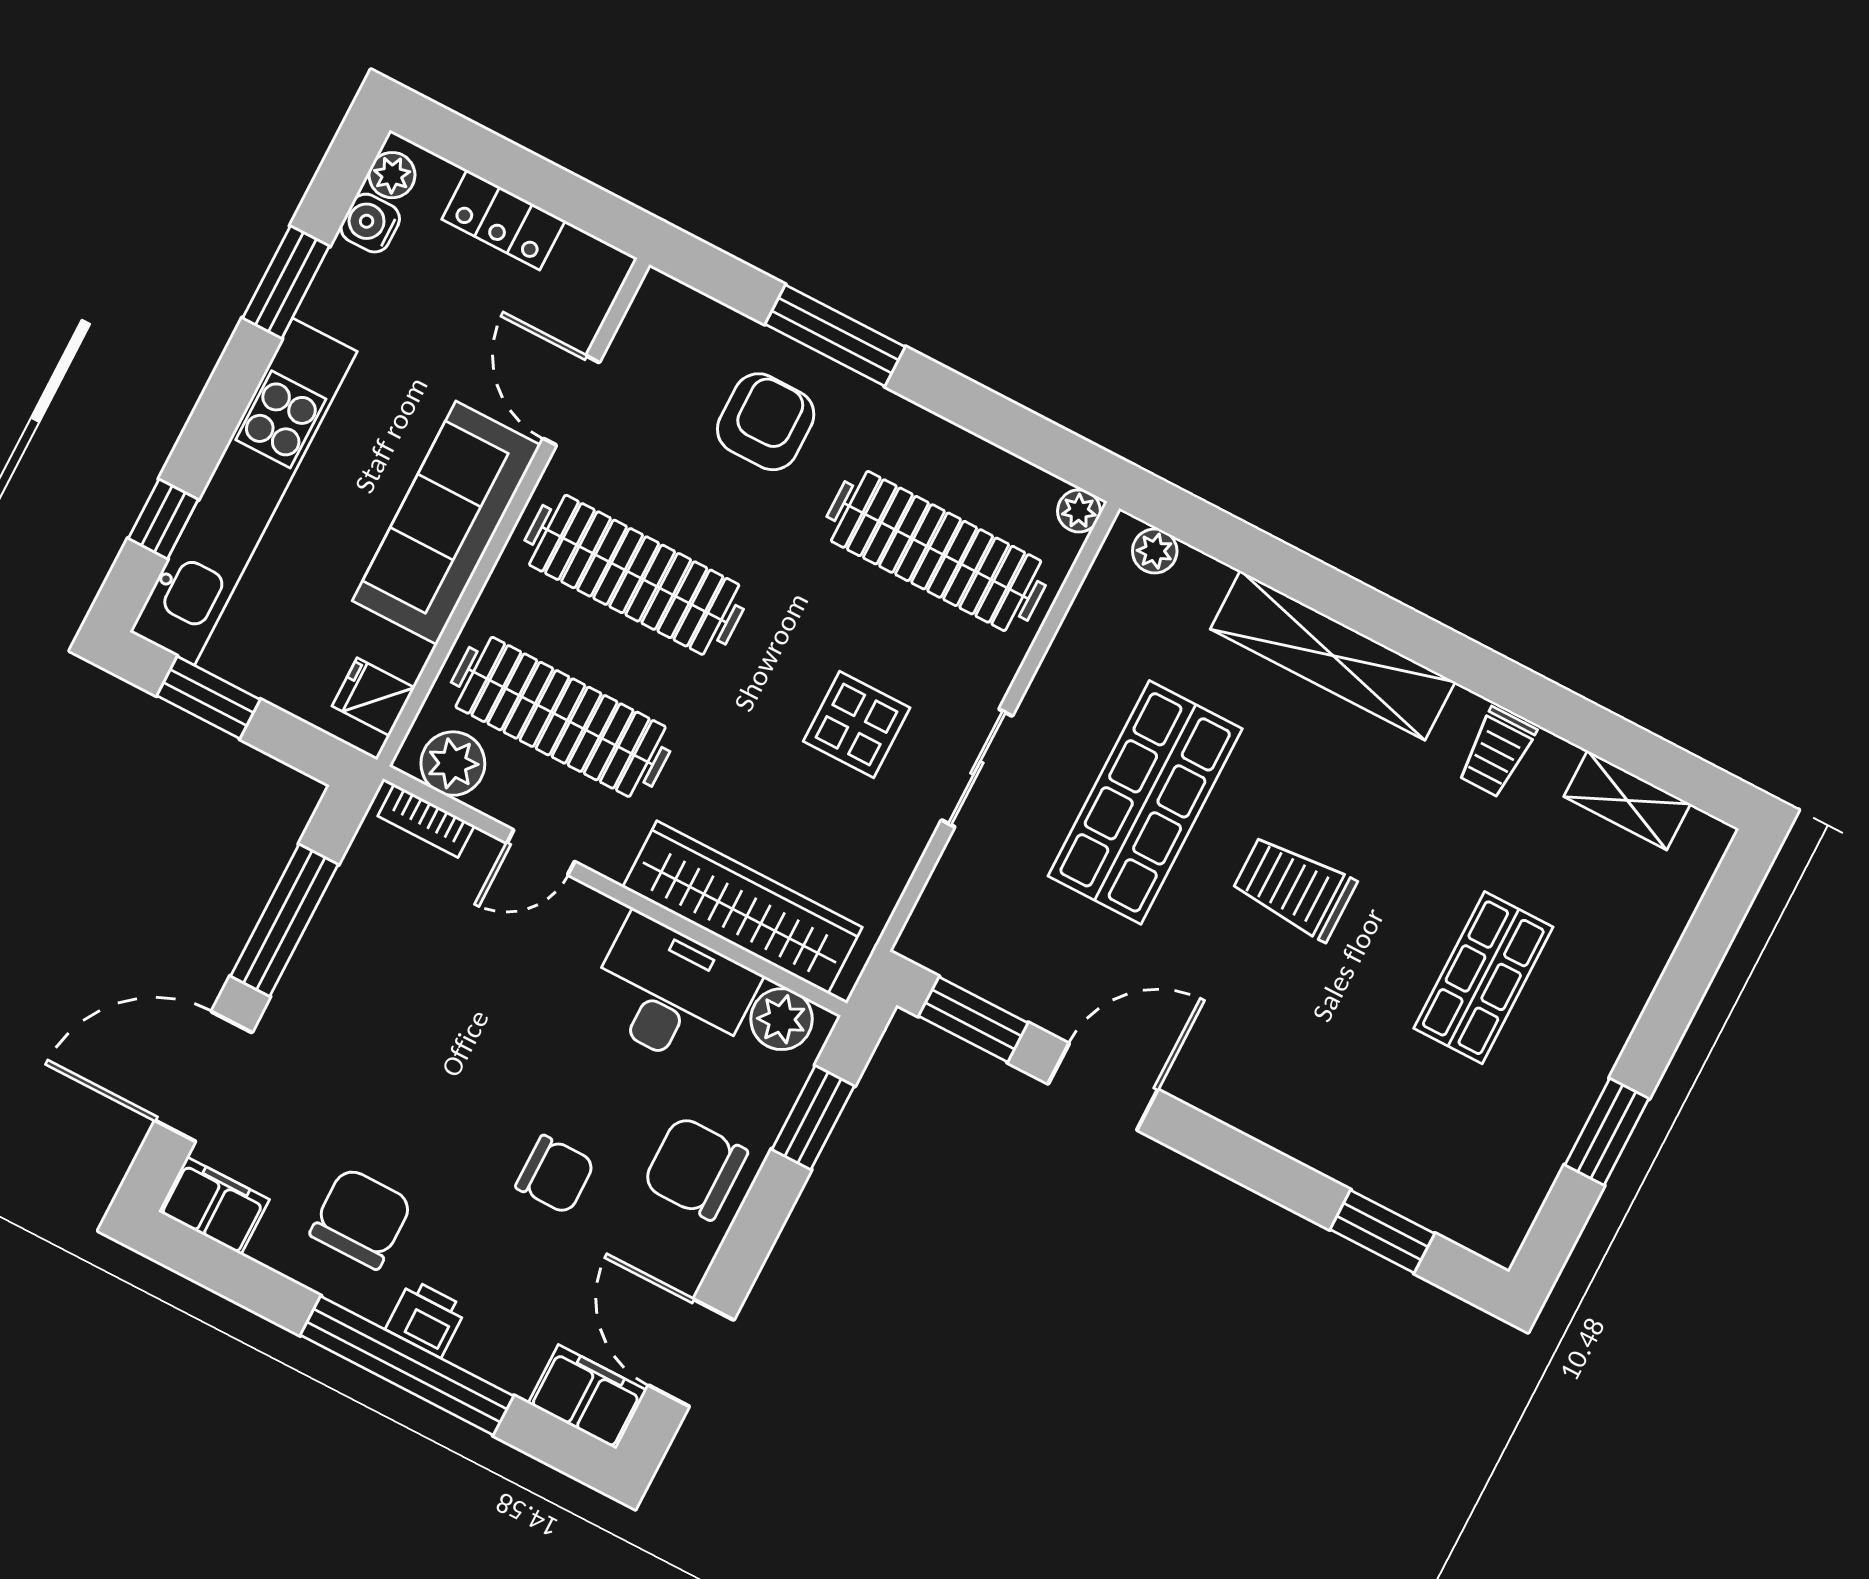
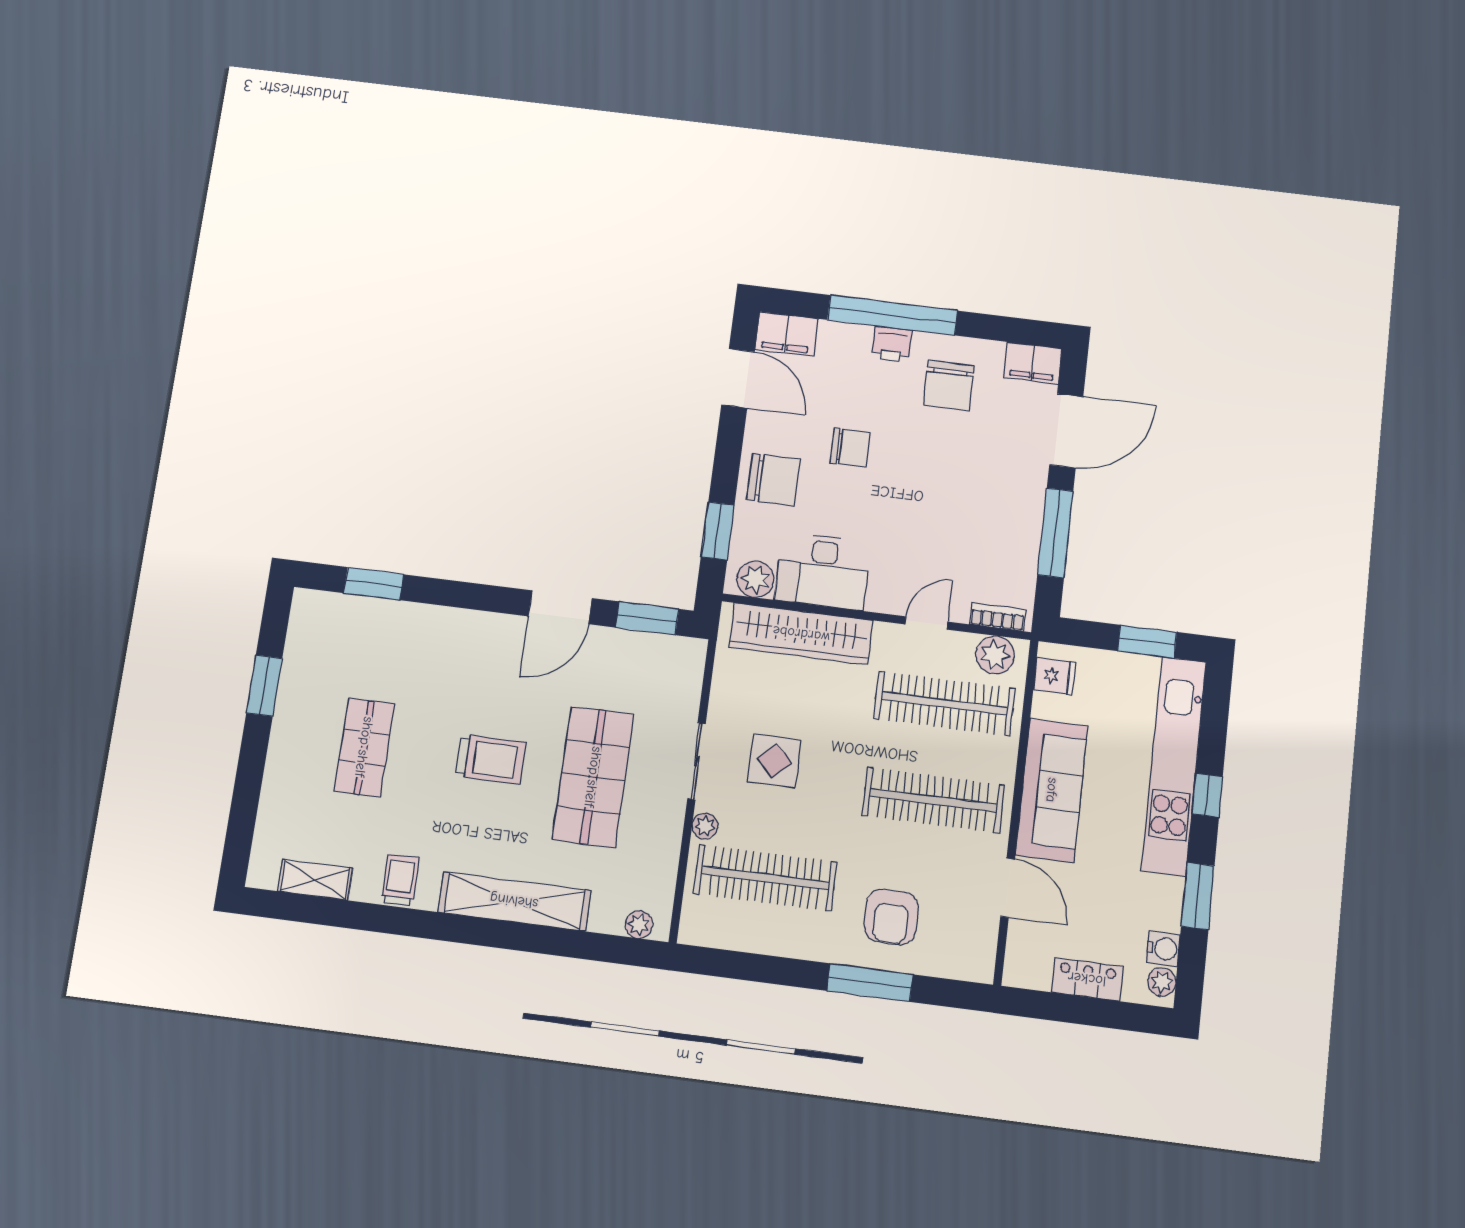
plant: (1079, 511) -> (705, 826), moved
window: (163, 519) -> (1207, 795), moved
chair: (555, 1175) -> (850, 448), turned 180

